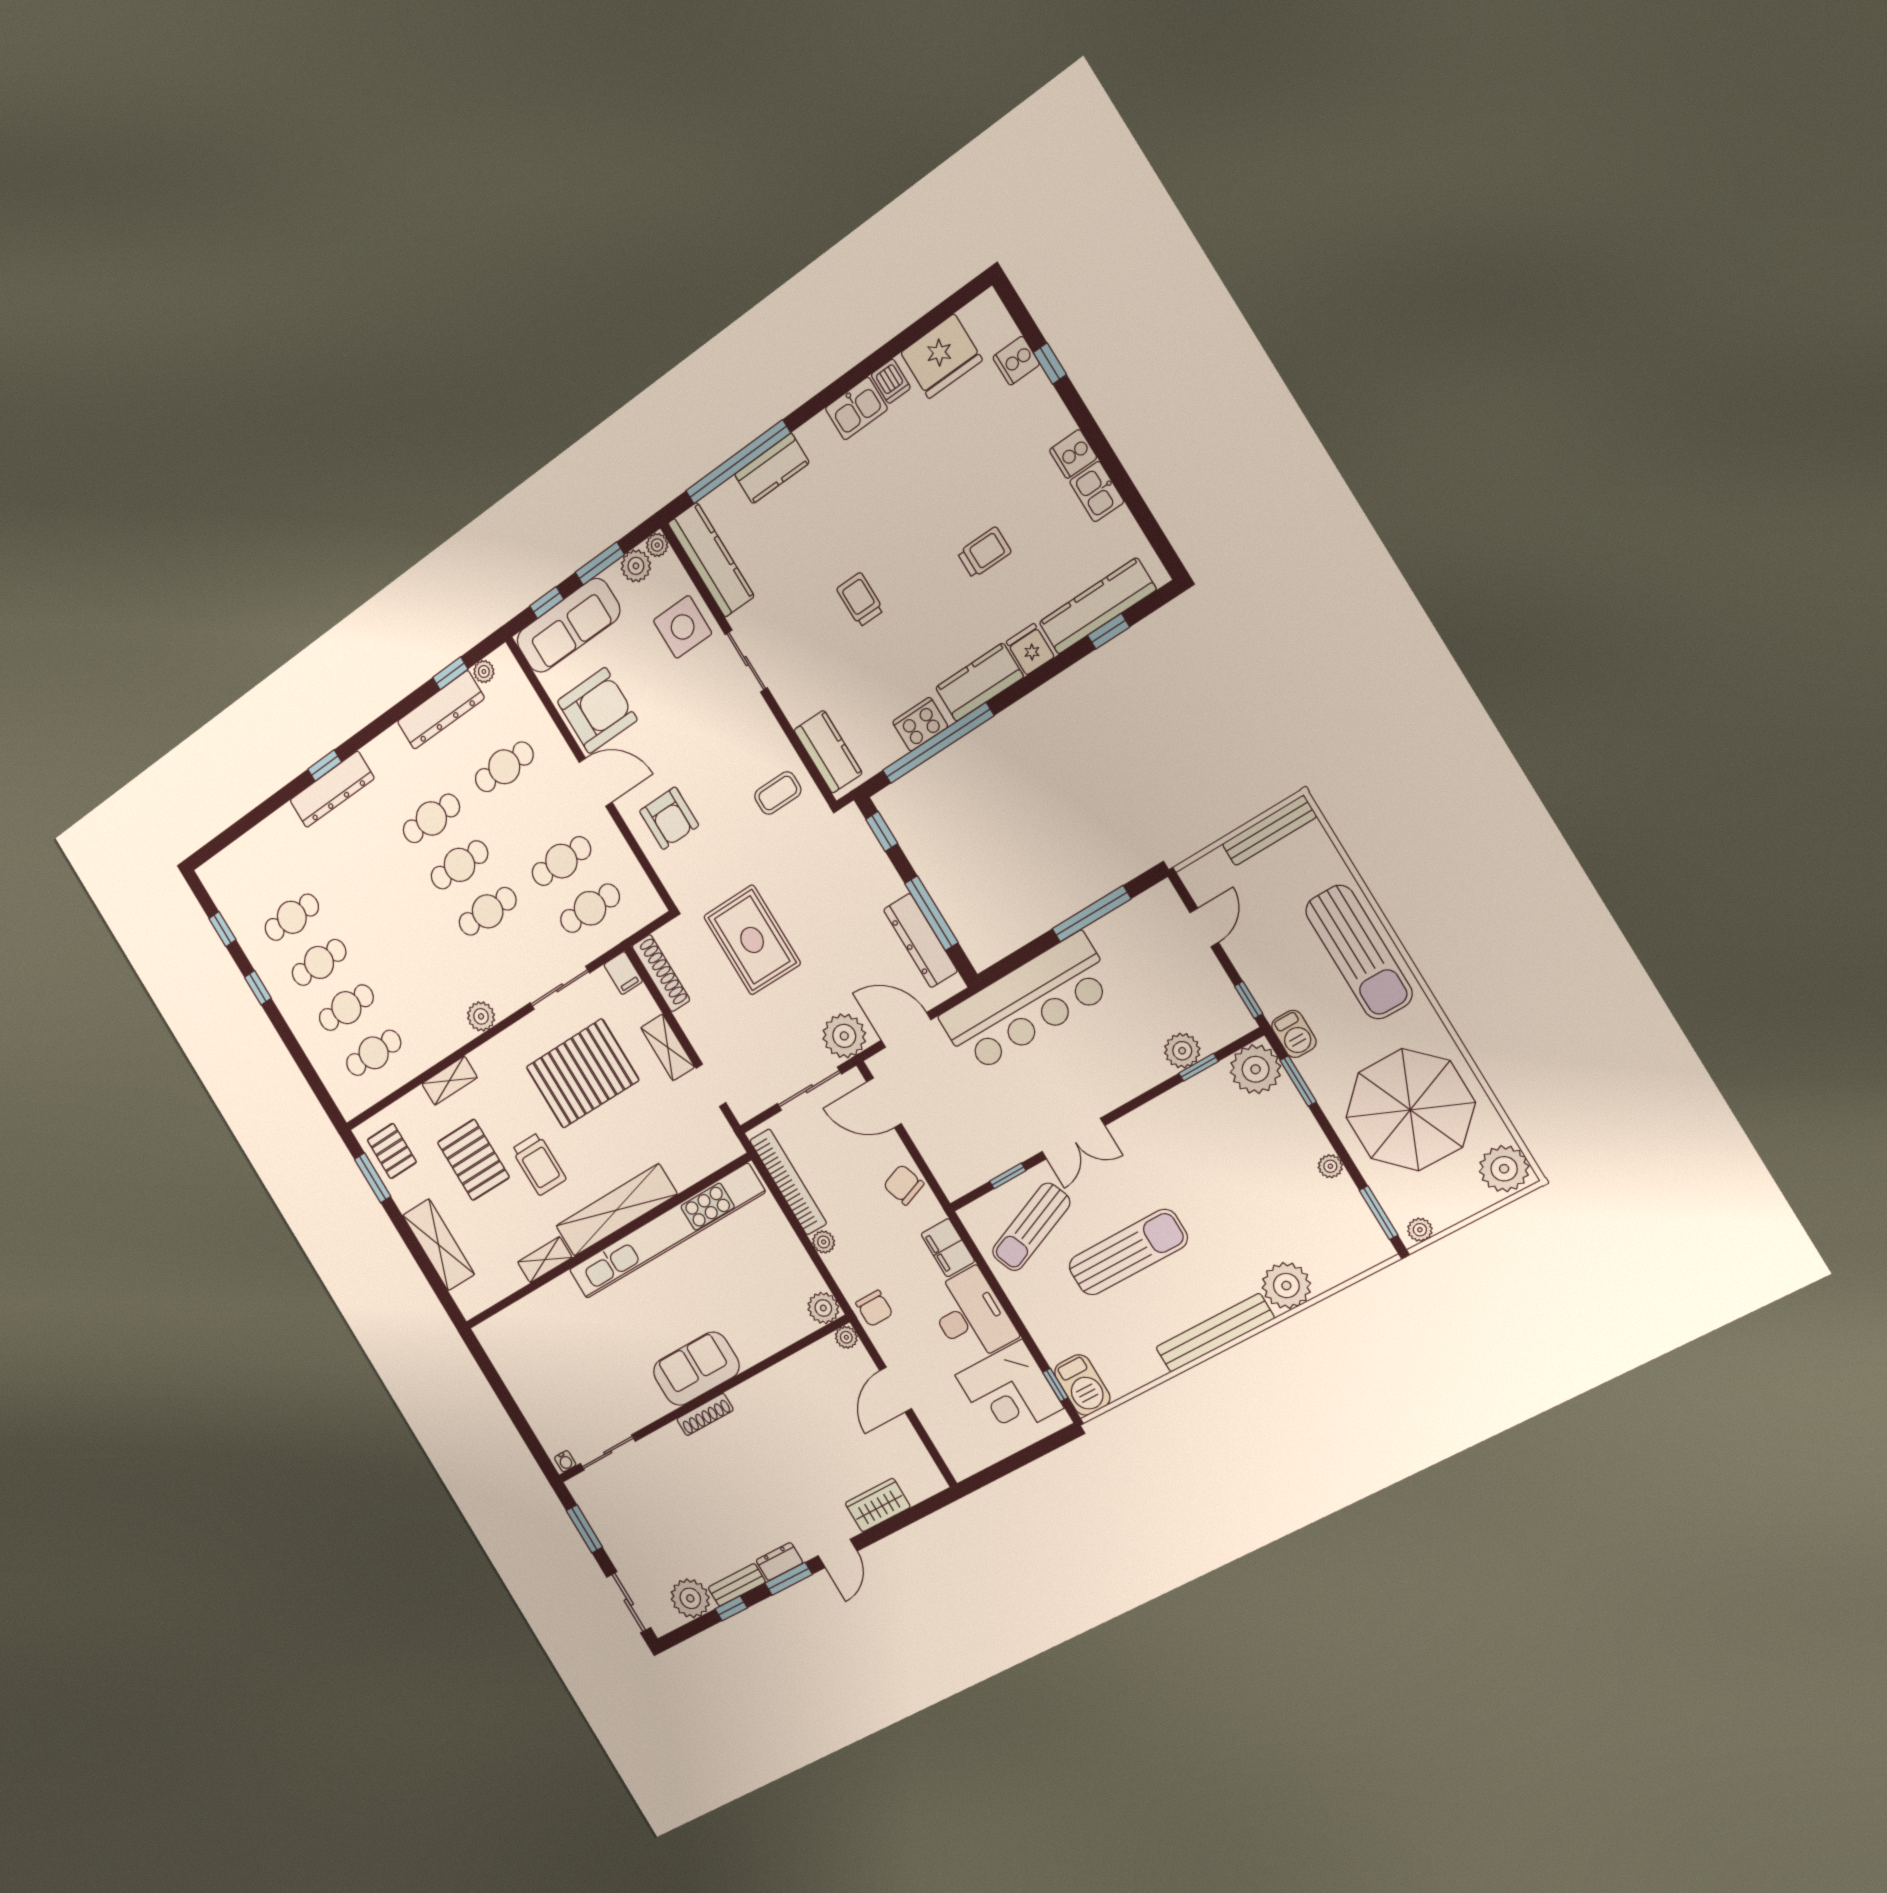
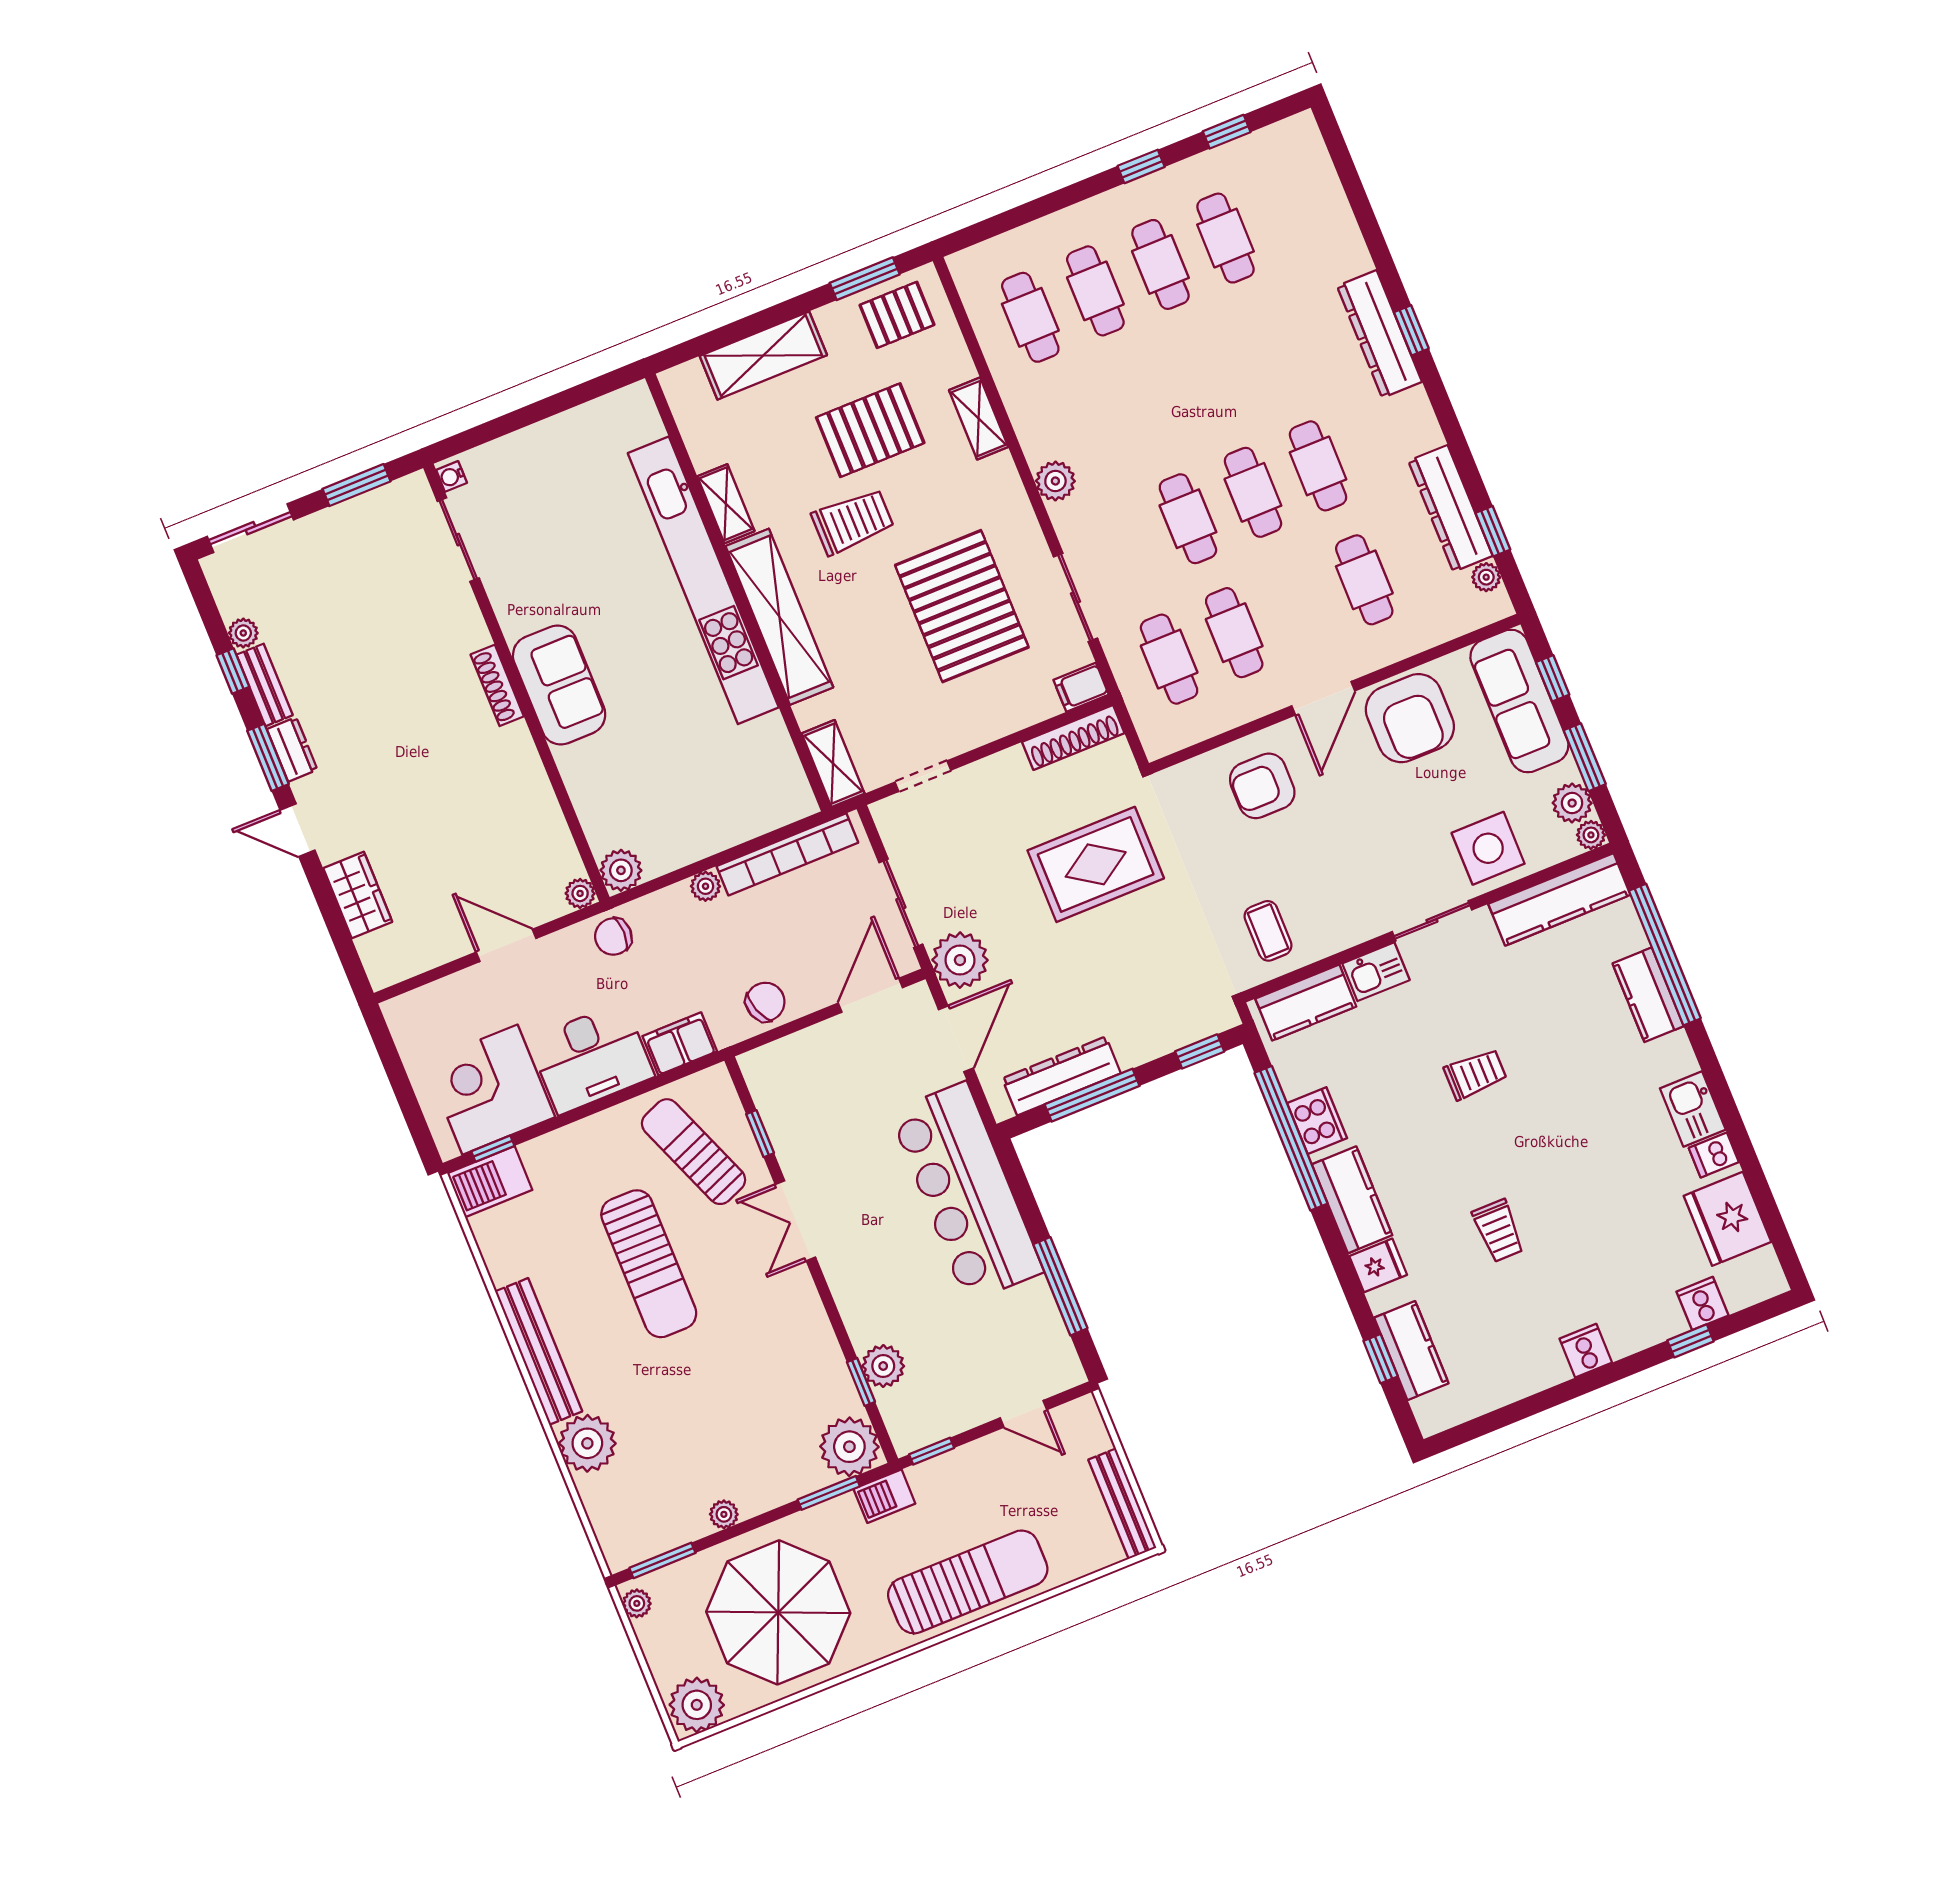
kitchen sink: (1097, 492) -> (1376, 972), moved, turned 180
kitchen counter: (1097, 606) -> (1411, 1351), width x0.67
sun lounger: (1359, 952) -> (968, 1582), turned 180
shelving: (668, 1047) -> (833, 764), moved, turned 90
trolley: (539, 1164) -> (853, 522), turned 180
kitchen unit: (666, 1231) -> (703, 580), moved
plant: (690, 1598) -> (243, 633), width x0.53, depth x0.53

